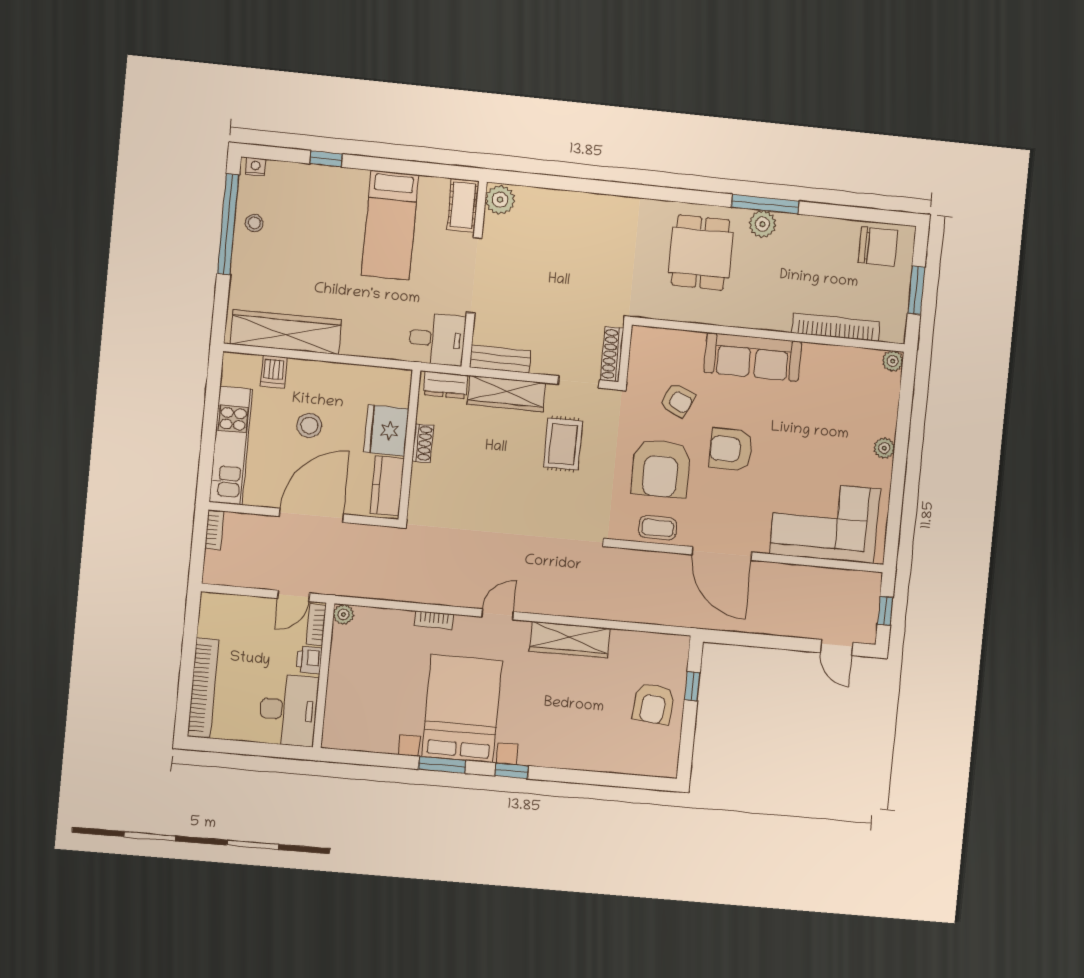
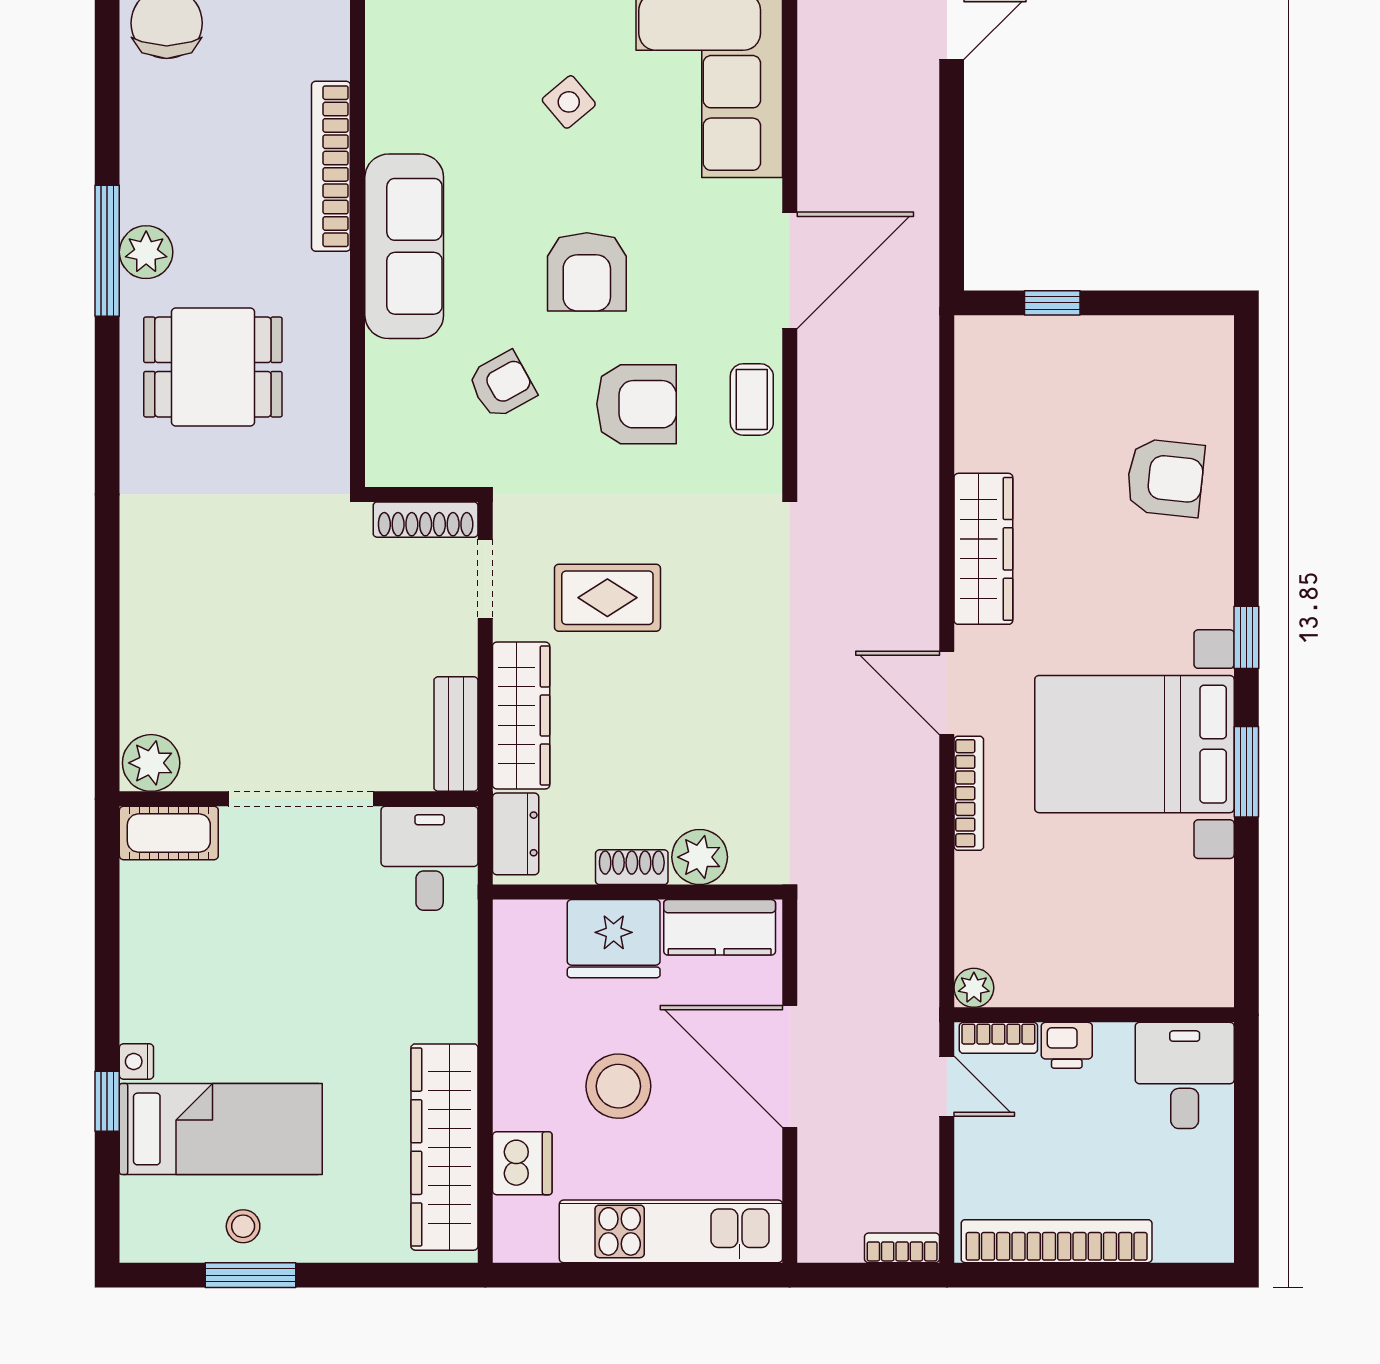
nightstand: (255, 167) -> (136, 1061), moved
window: (228, 224) -> (250, 1275), width x0.47
bed: (390, 225) -> (221, 1129), moved
bookcase: (836, 327) -> (331, 166), moved
dishwasher: (274, 372) -> (522, 1163), width x1.38
armchair: (677, 400) -> (502, 385), turned 37
stool: (309, 425) -> (618, 1086), width x1.38, depth x1.38
side table: (818, 448) -> (569, 102), added
armchair: (661, 468) -> (637, 404), width x0.73, depth x0.73
plant: (425, 479) -> (700, 857), added
bookcase: (214, 530) -> (902, 1248), moved
door: (498, 614) -> (947, 693), width x1.38
bookcase: (434, 620) -> (969, 793), width x1.56
bookcase: (203, 688) -> (1057, 1241), moved
armchair: (653, 704) -> (1165, 478), moved
desk: (289, 710) -> (1185, 1075), width x0.73

